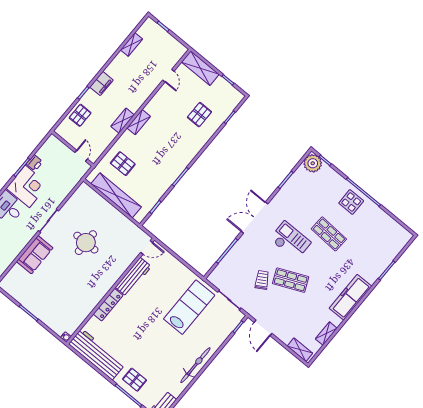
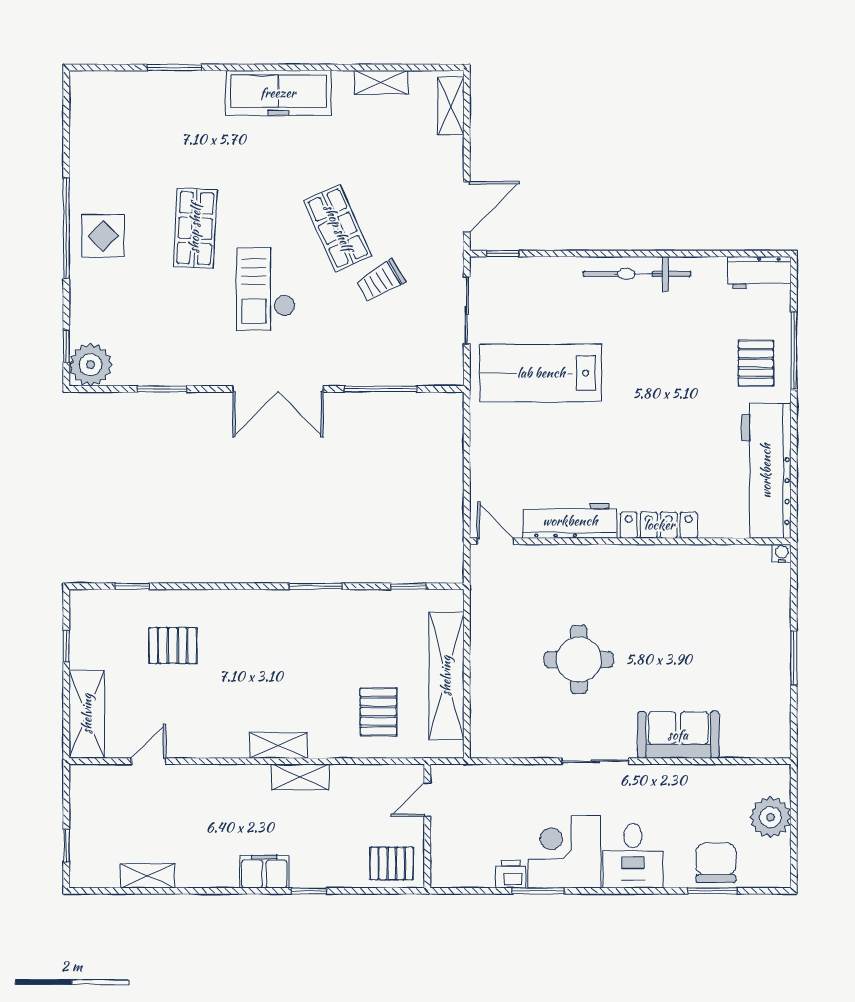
pallet: (80, 115) -> (392, 863), moved

